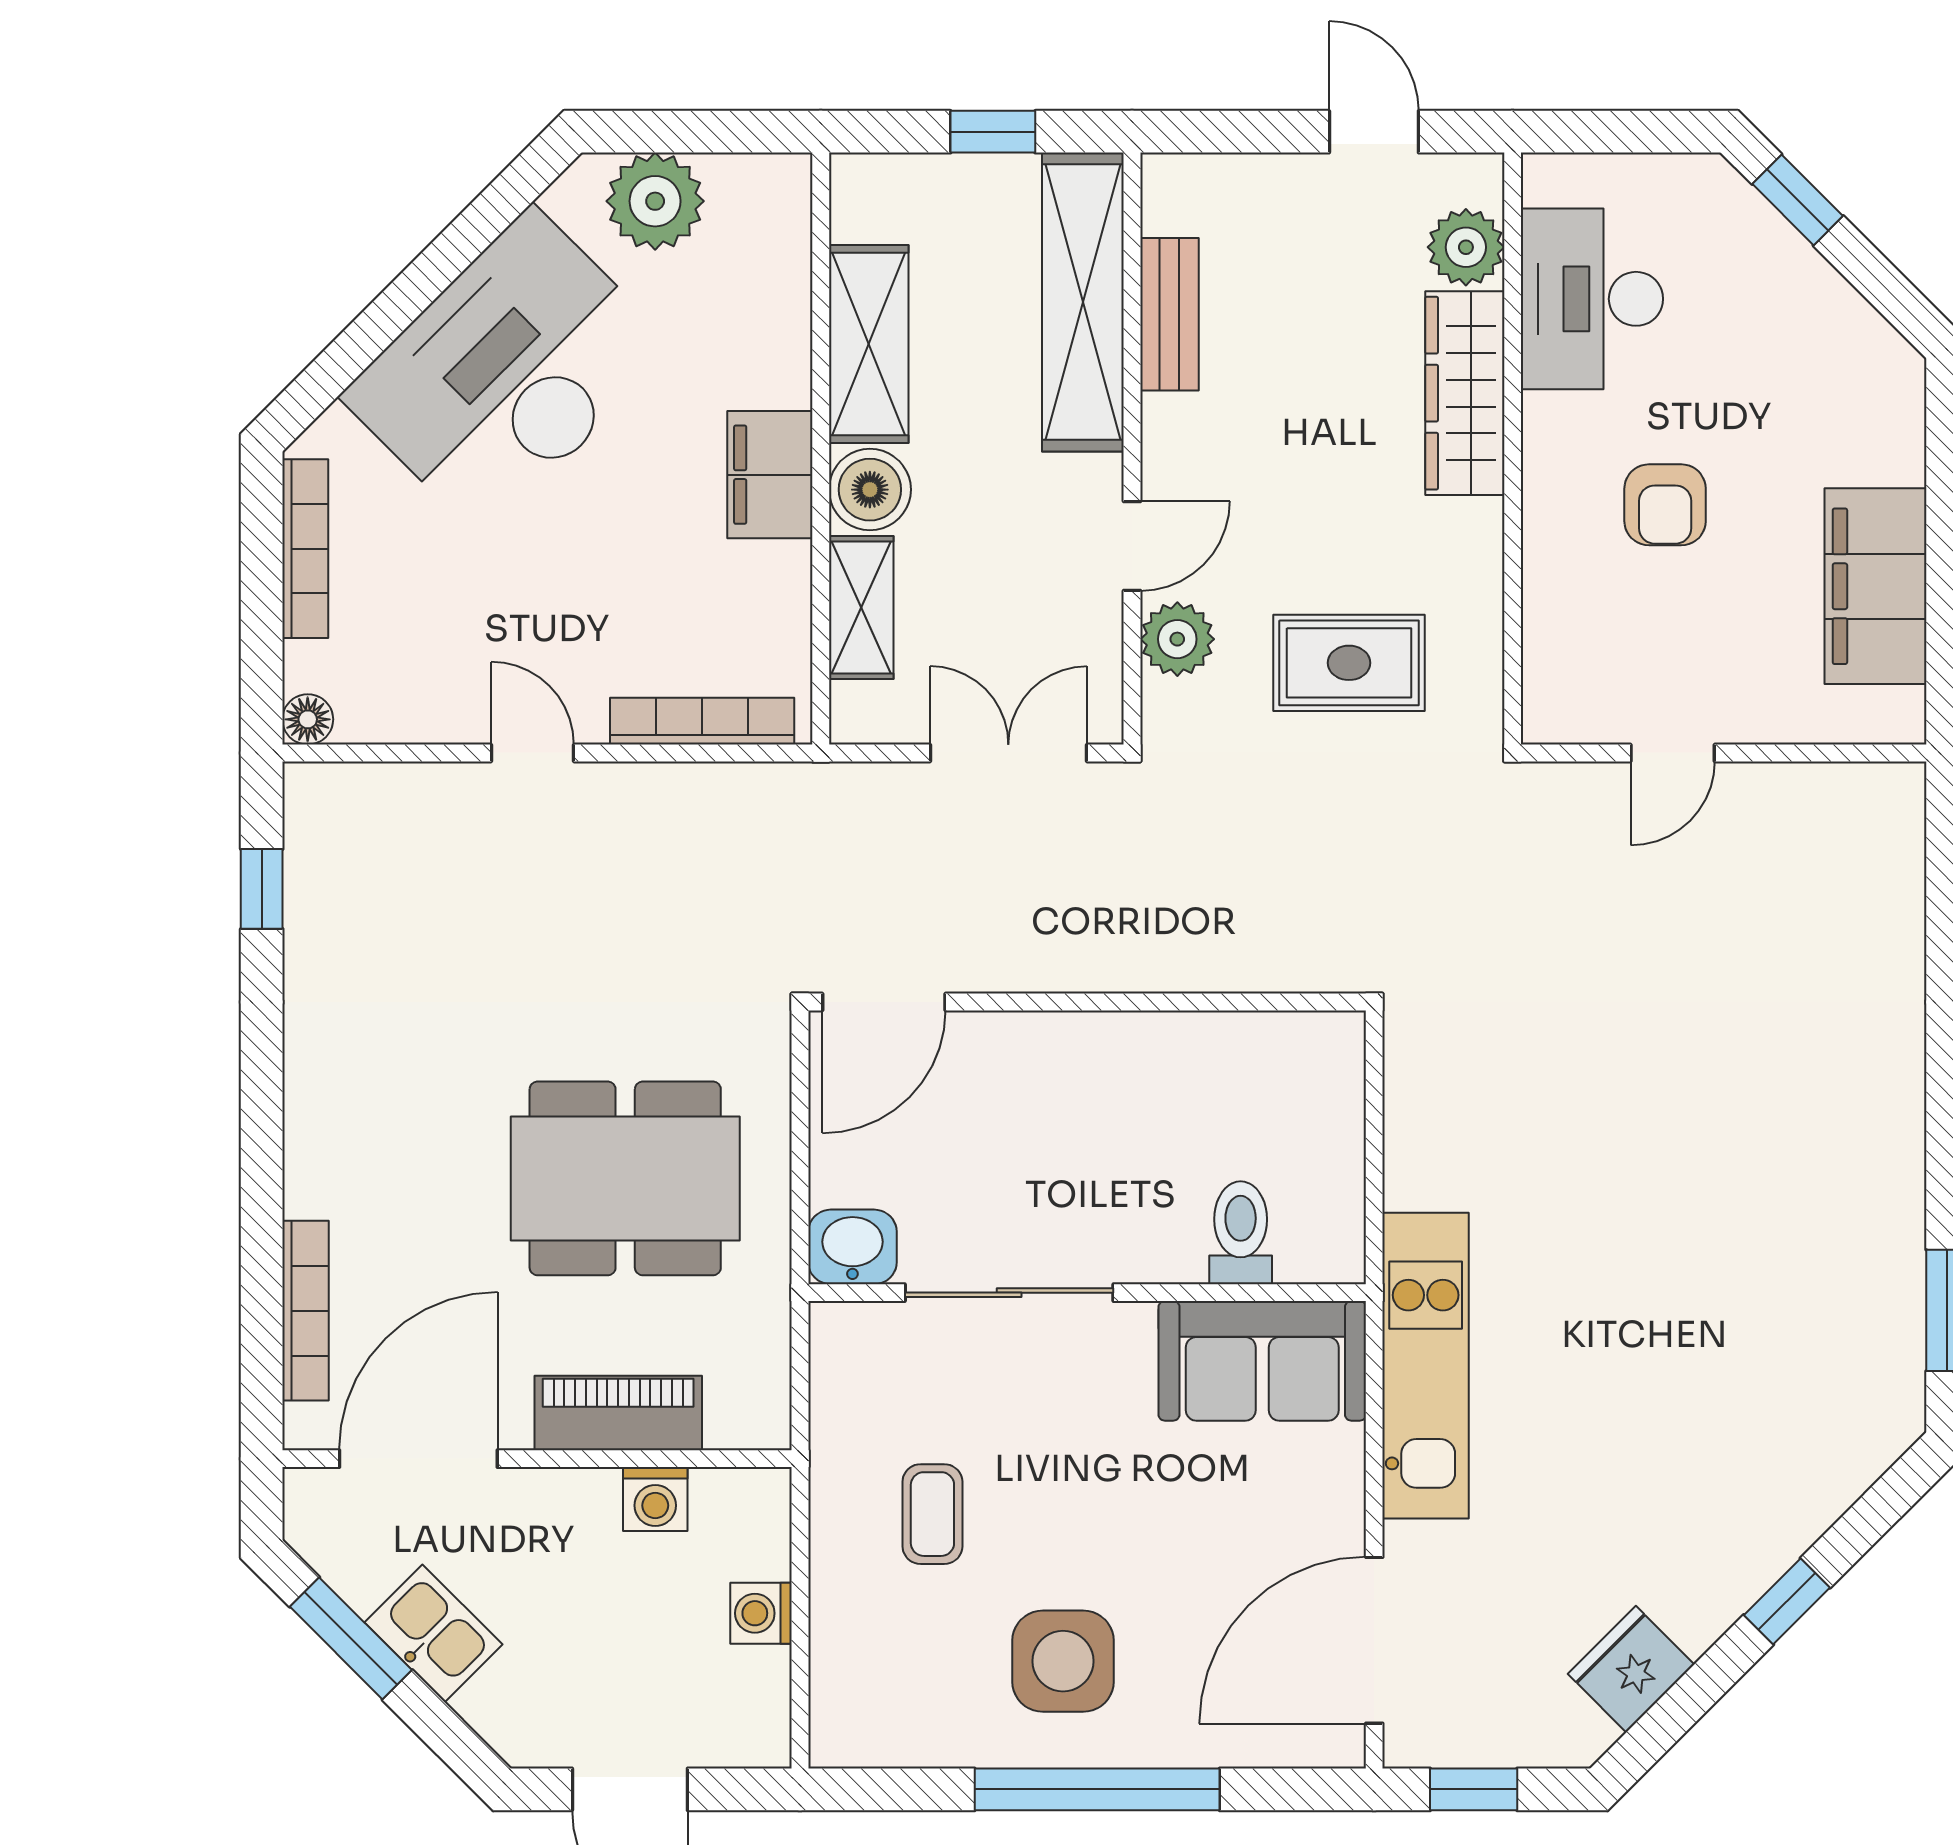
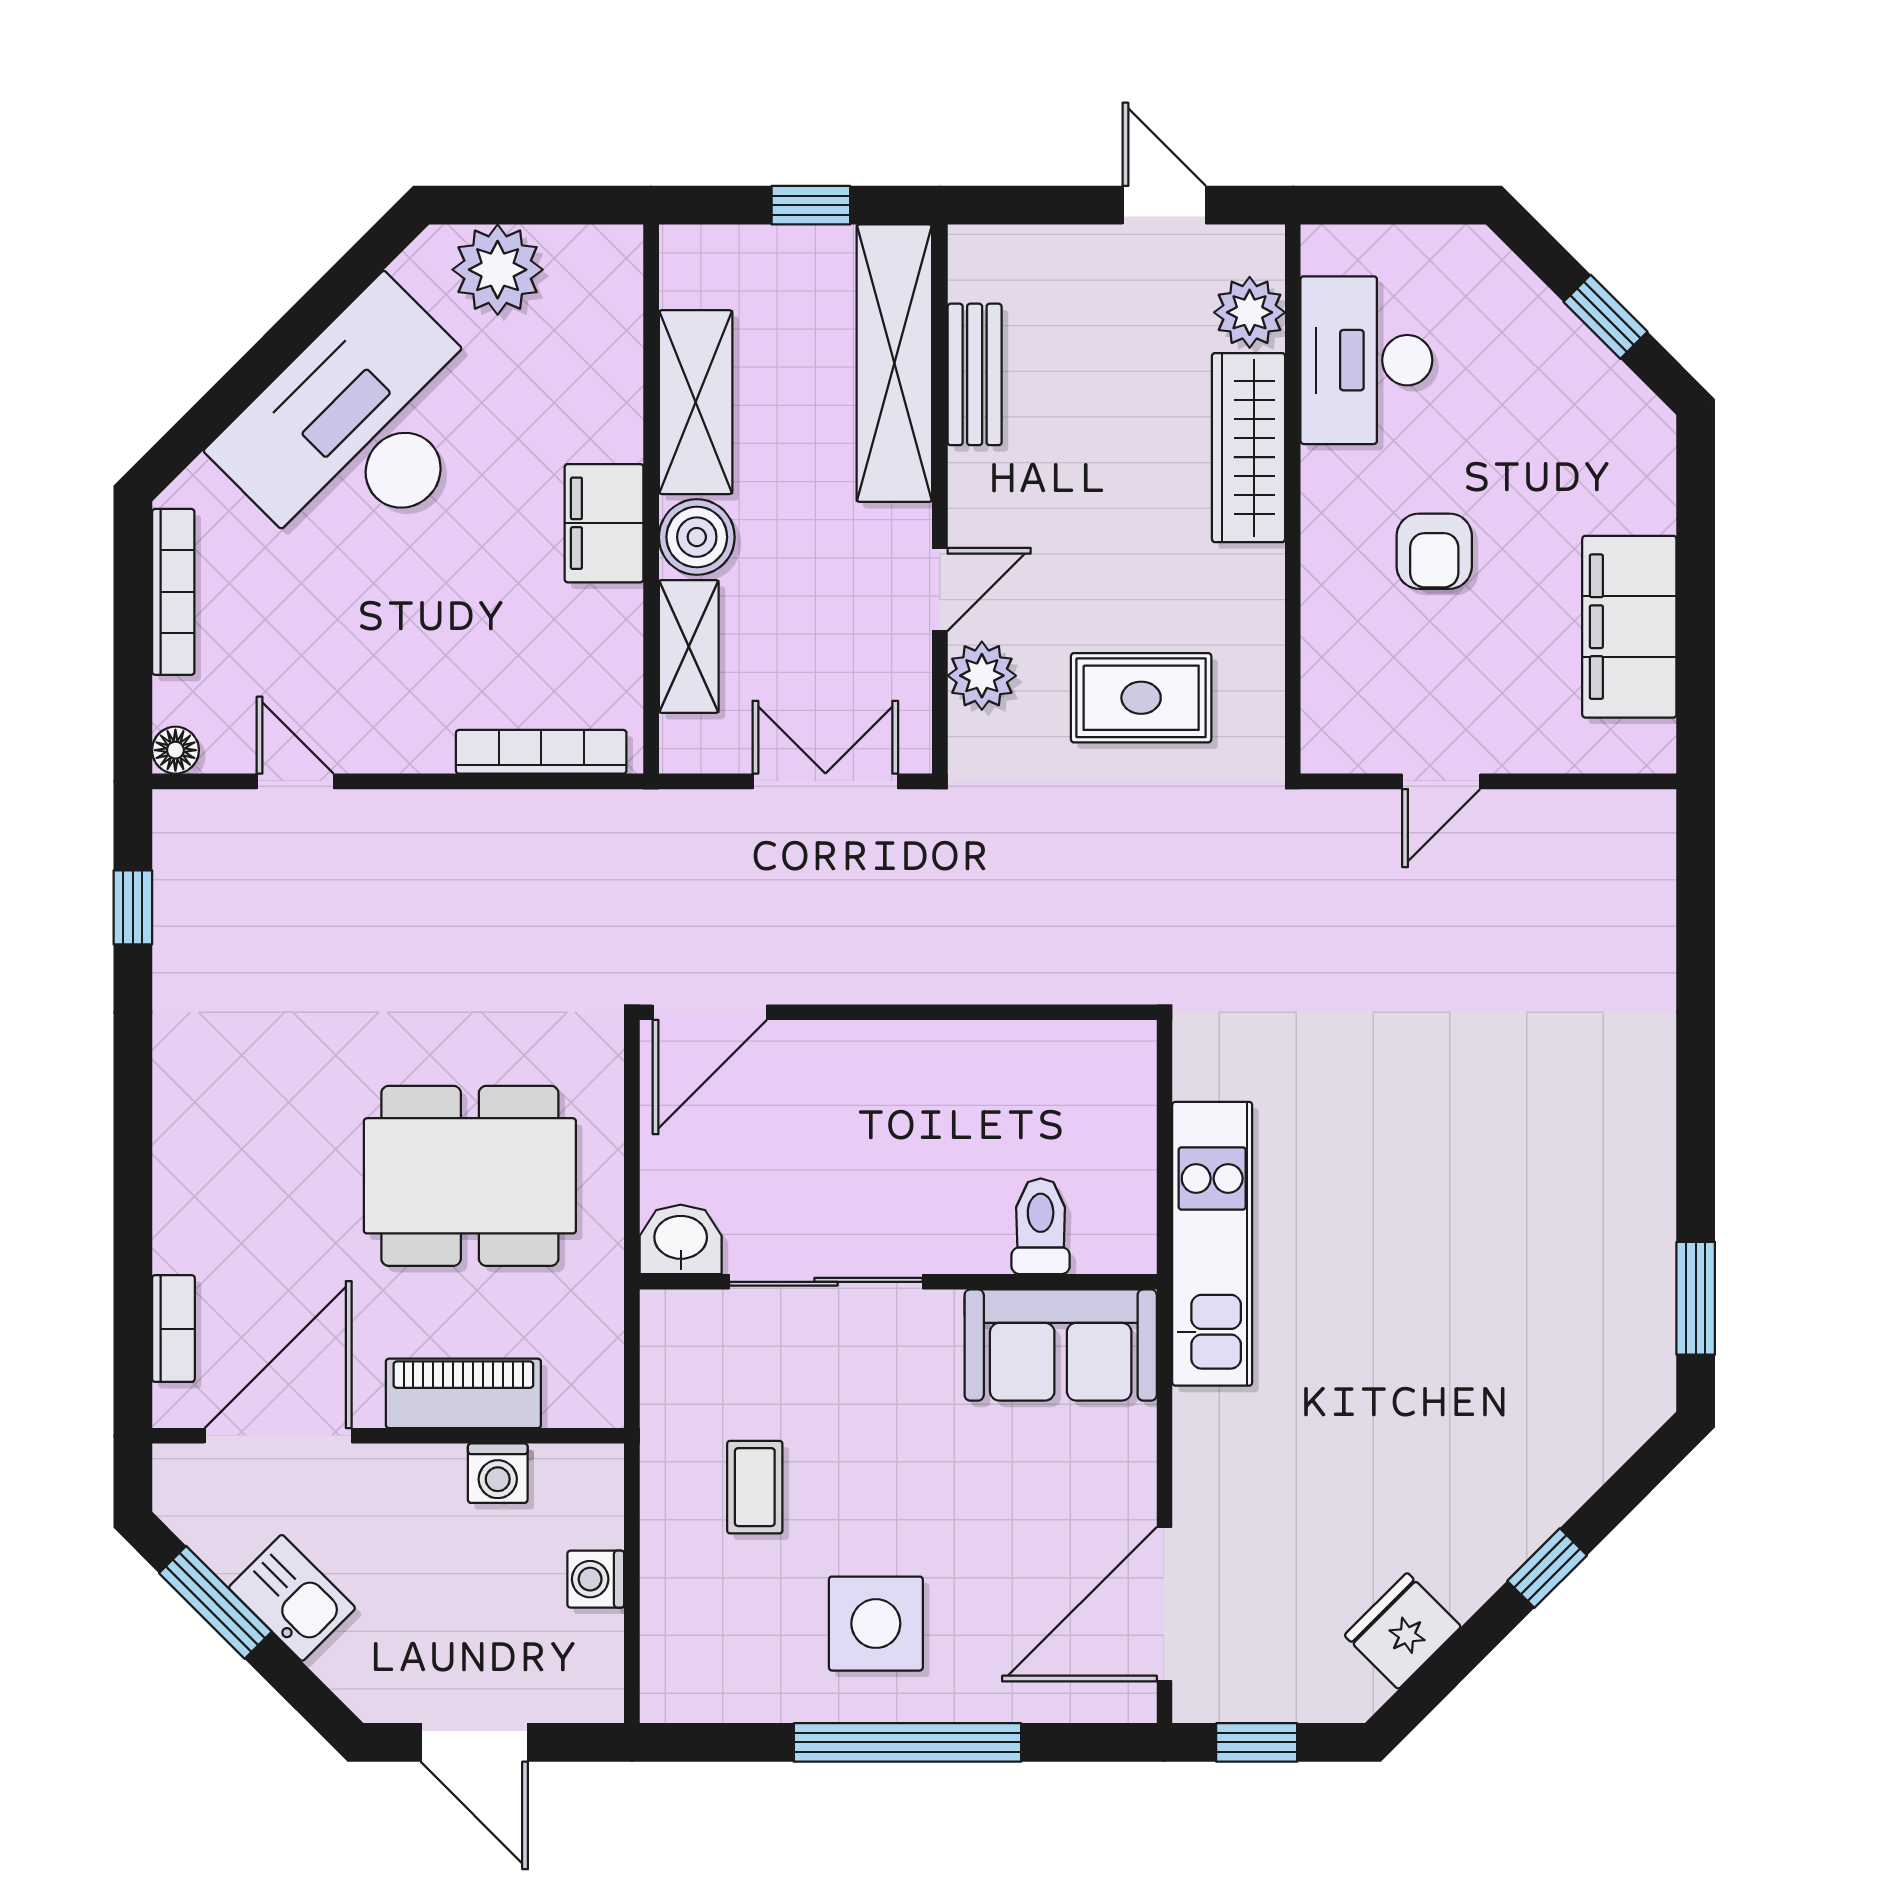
window: (1798, 200) -> (1605, 317), moved
door: (533, 753) -> (295, 781), moved
bookcase: (305, 1311) -> (173, 1329), width x0.64
kitchen unit: (1426, 1366) -> (1212, 1244), moved

